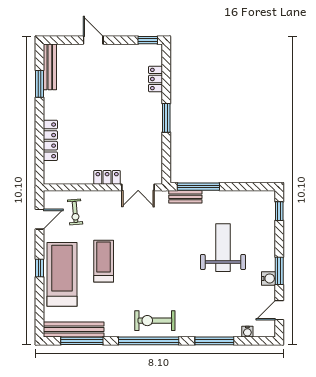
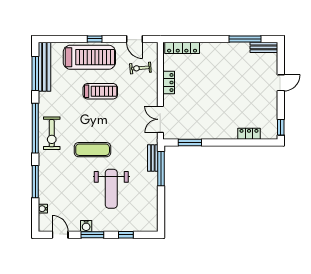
bench: (50, 67) -> (264, 47), width x0.73
window: (40, 84) -> (245, 39), width x1.44
window: (166, 118) -> (190, 142), moved
locker: (50, 140) -> (182, 48), moved
locker: (107, 177) -> (169, 83), moved
window: (279, 211) -> (126, 235), moved
weight bench: (223, 248) -> (111, 189), turned 90
exercise mat: (175, 271) -> (93, 150), added
exercise bike: (155, 321) -> (52, 133), turned 180

